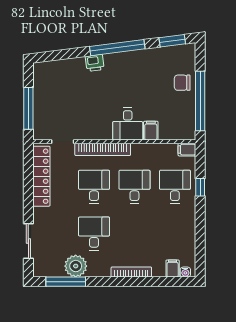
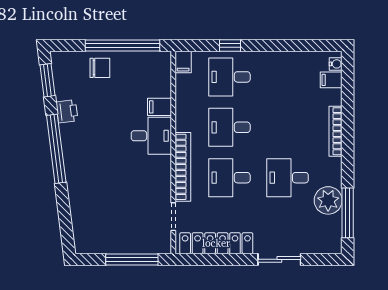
printer: (95, 63) -> (67, 111), moved
chair: (182, 83) -> (100, 68), turned -90
sliding door: (28, 241) -> (279, 259), moved

